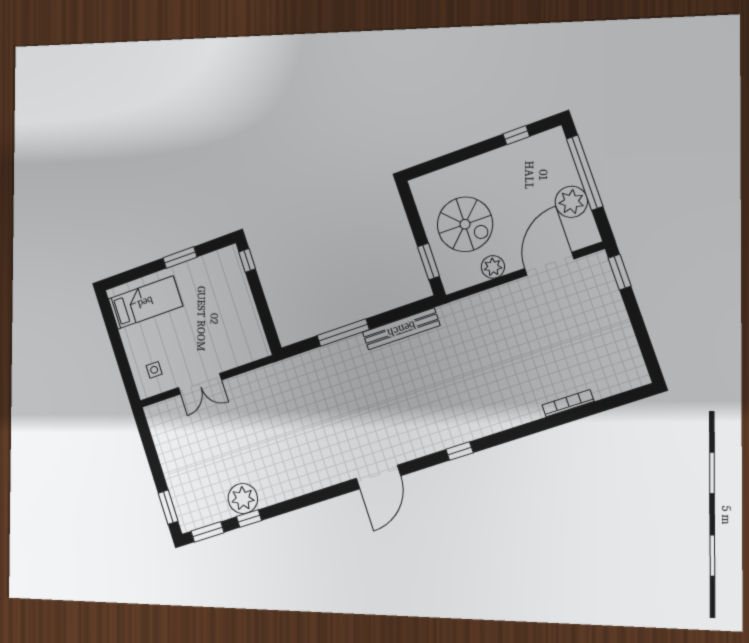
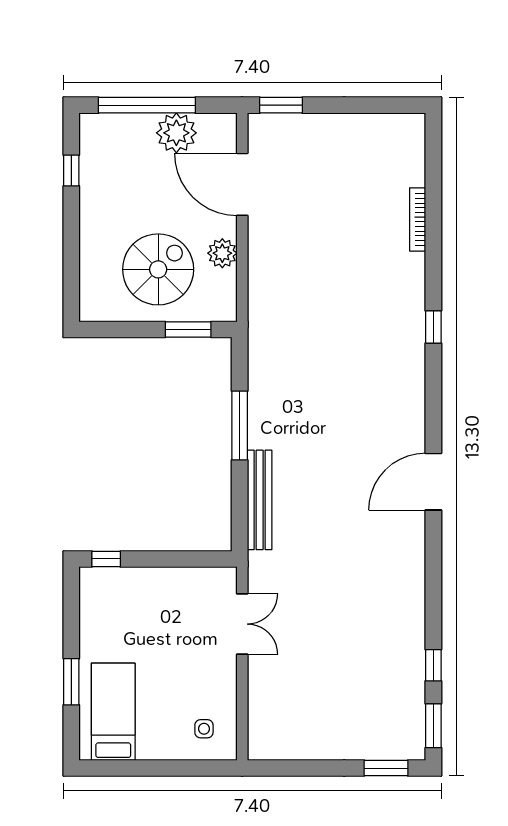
window: (180, 258) -> (71, 682), moved
bench: (401, 329) -> (260, 500), moved
window: (343, 333) -> (240, 425), moved
double door: (200, 384) -> (242, 624), moved
window: (460, 451) -> (433, 327), moved
door: (378, 477) -> (433, 482), swing flipped
plant: (243, 498) -> (406, 665), removed

